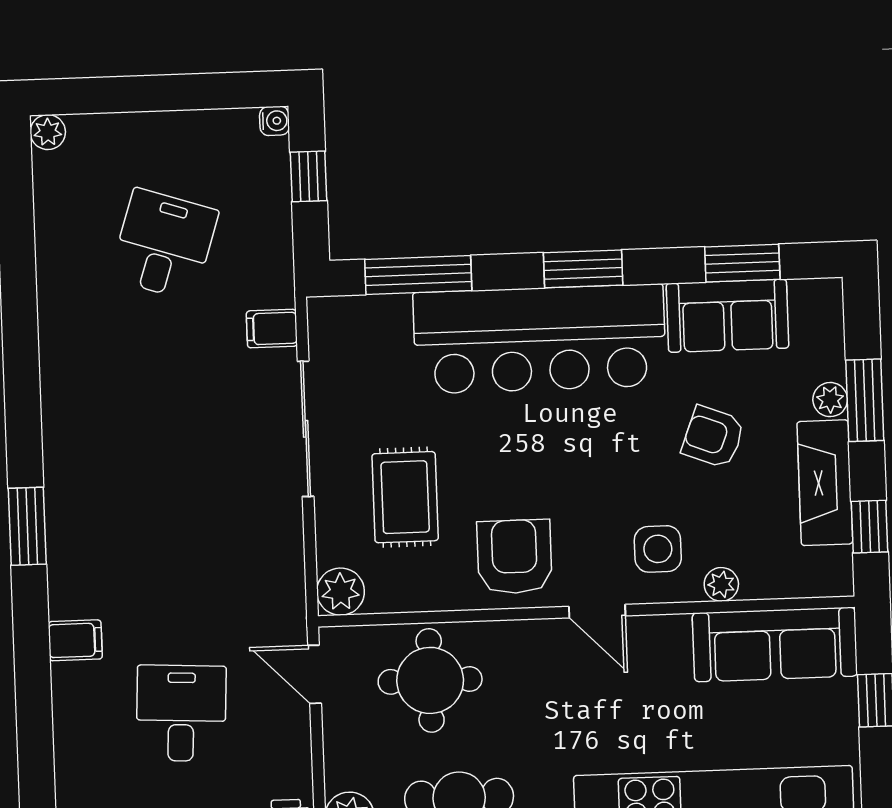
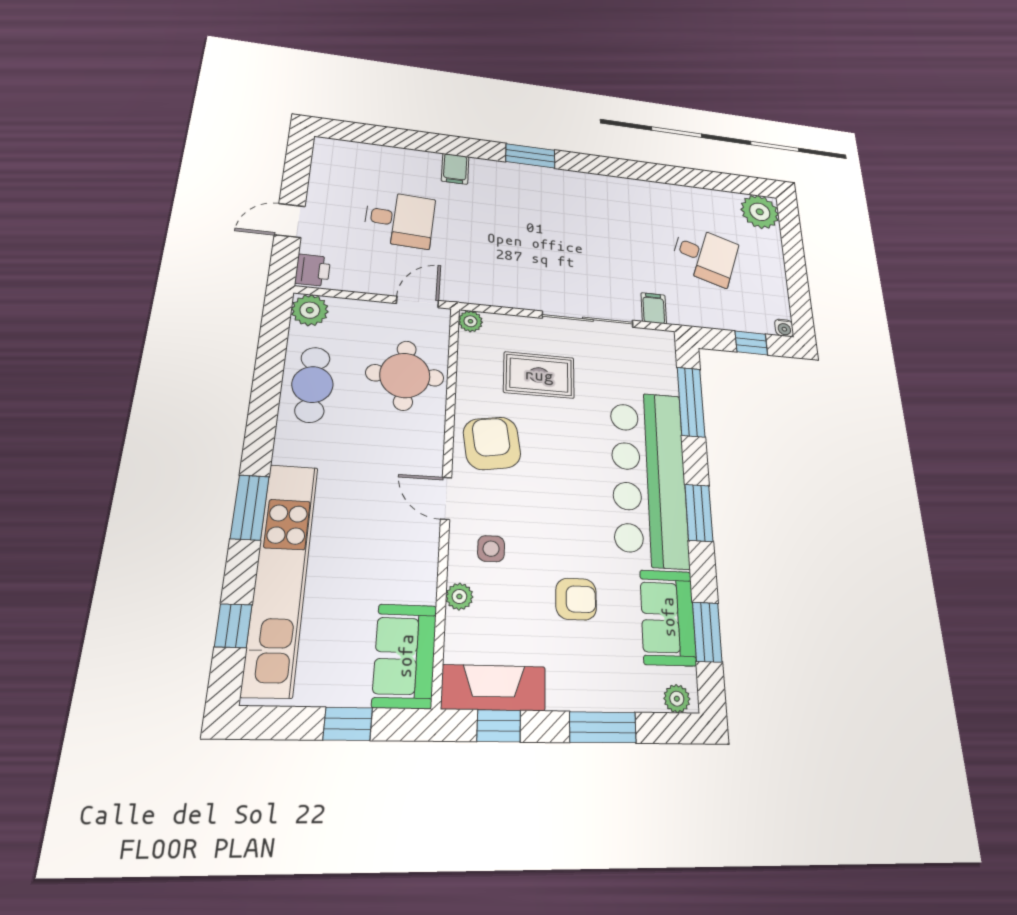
plant: (48, 132) -> (760, 212), width x1.87, depth x1.87
plant: (830, 400) -> (677, 699), moved
armchair: (713, 437) -> (576, 599), turned 69
fireplace: (825, 483) -> (494, 688), moved
side table: (658, 549) -> (491, 549), width x0.73, depth x0.73
armchair: (514, 557) -> (492, 443), turned -99
plant: (341, 592) -> (470, 321), width x0.73, depth x0.73
door: (597, 611) -> (446, 498), hinge flipped
sofa: (775, 644) -> (405, 656), width x0.73

